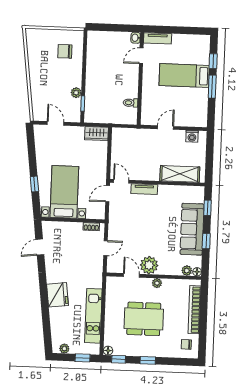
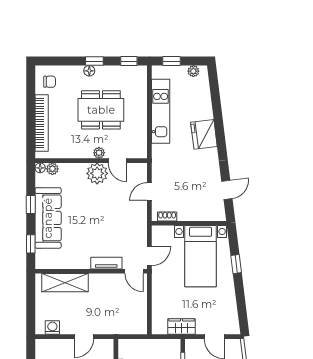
wardrobe: (97, 133) -> (182, 327), moved
plant: (157, 283) -> (99, 153), moved
floor lamp: (108, 351) -> (89, 71), moved

